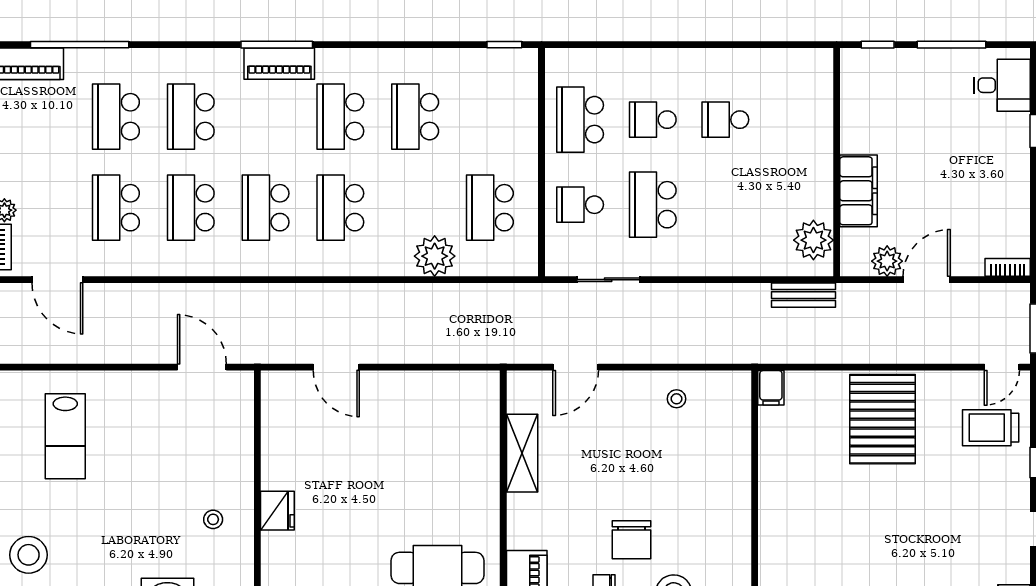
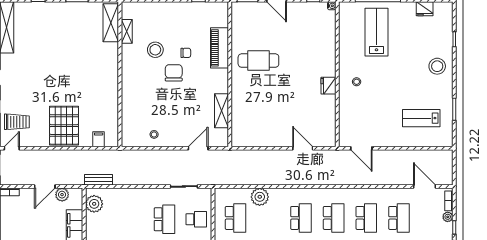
filing cabinet: (771, 388) -> (99, 139), moved
lab bench: (65, 436) -> (421, 118), turned -90

